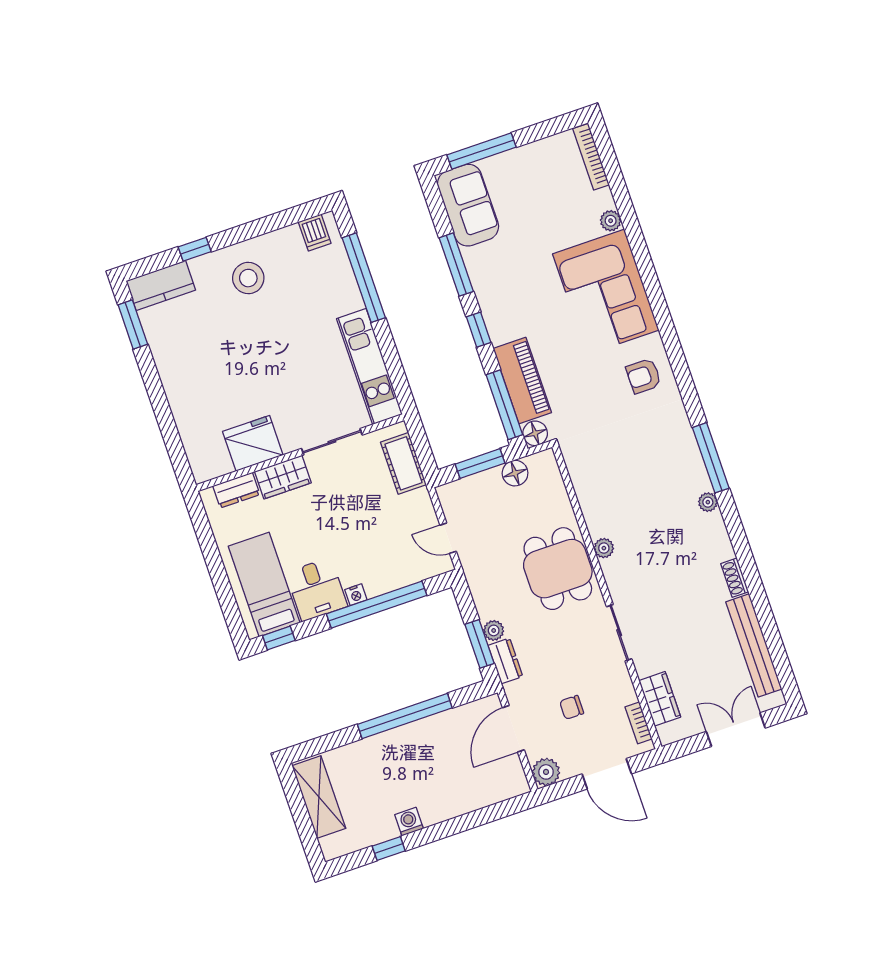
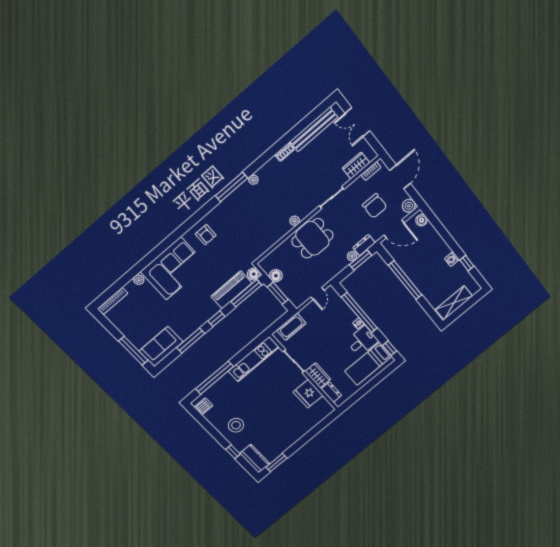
chair: (572, 707) -> (375, 206), width x1.87, depth x1.87
boiler: (509, 787) -> (422, 220), added

